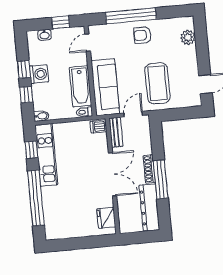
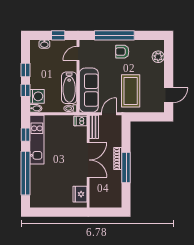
washing machine: (39, 74) -> (37, 96), moved
dresser: (149, 207) -> (115, 189), removed

